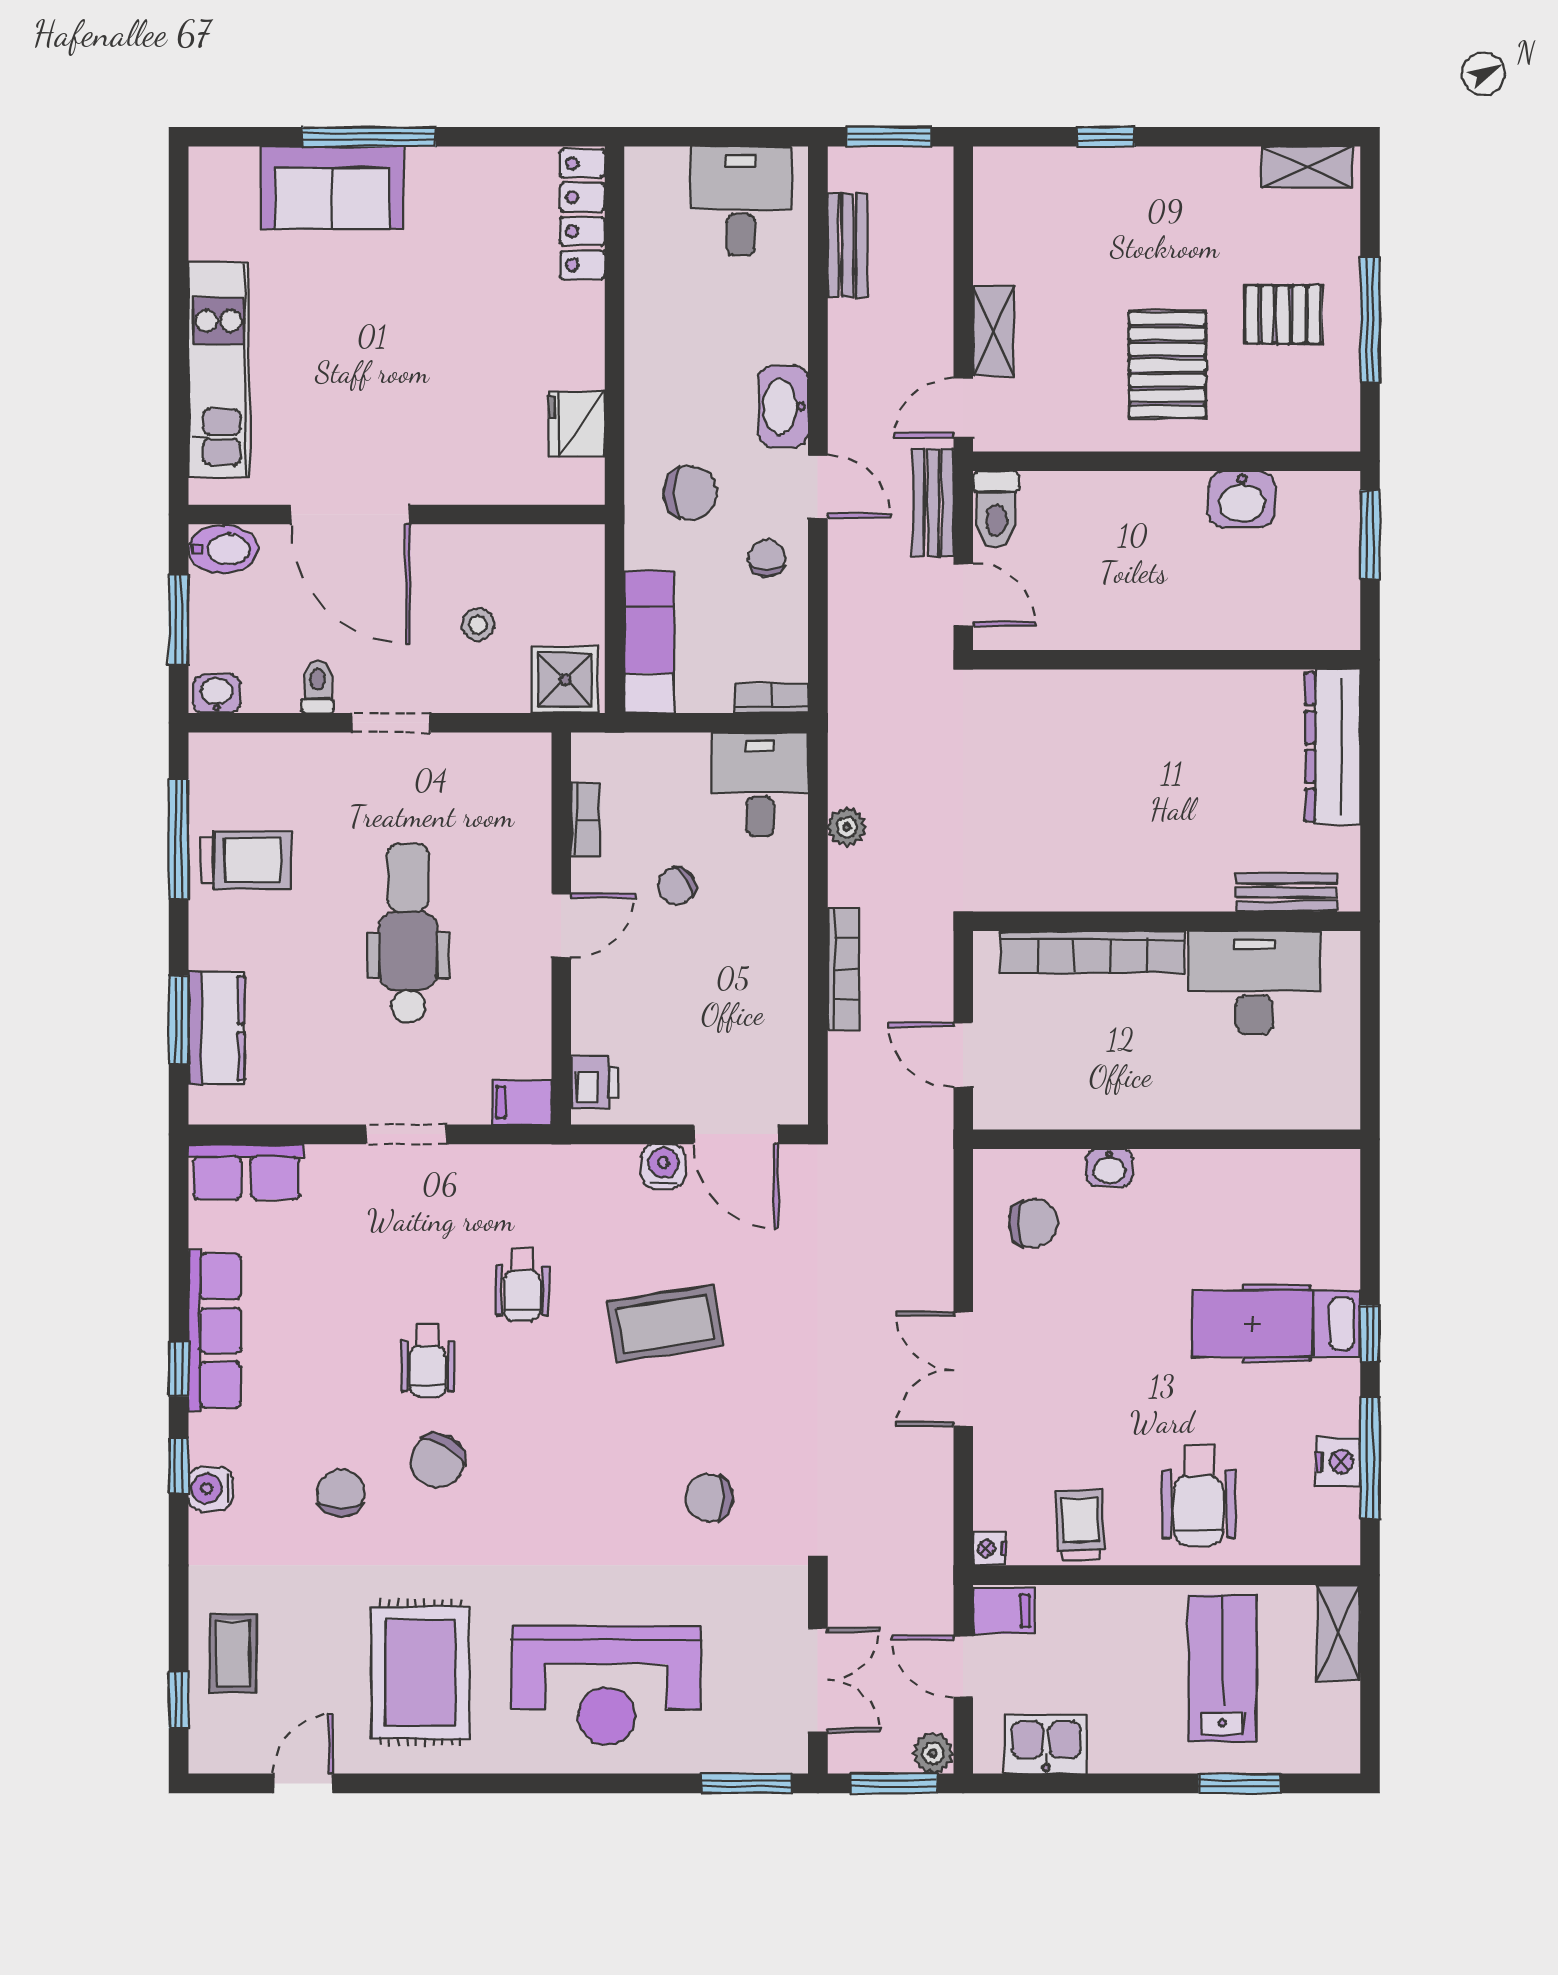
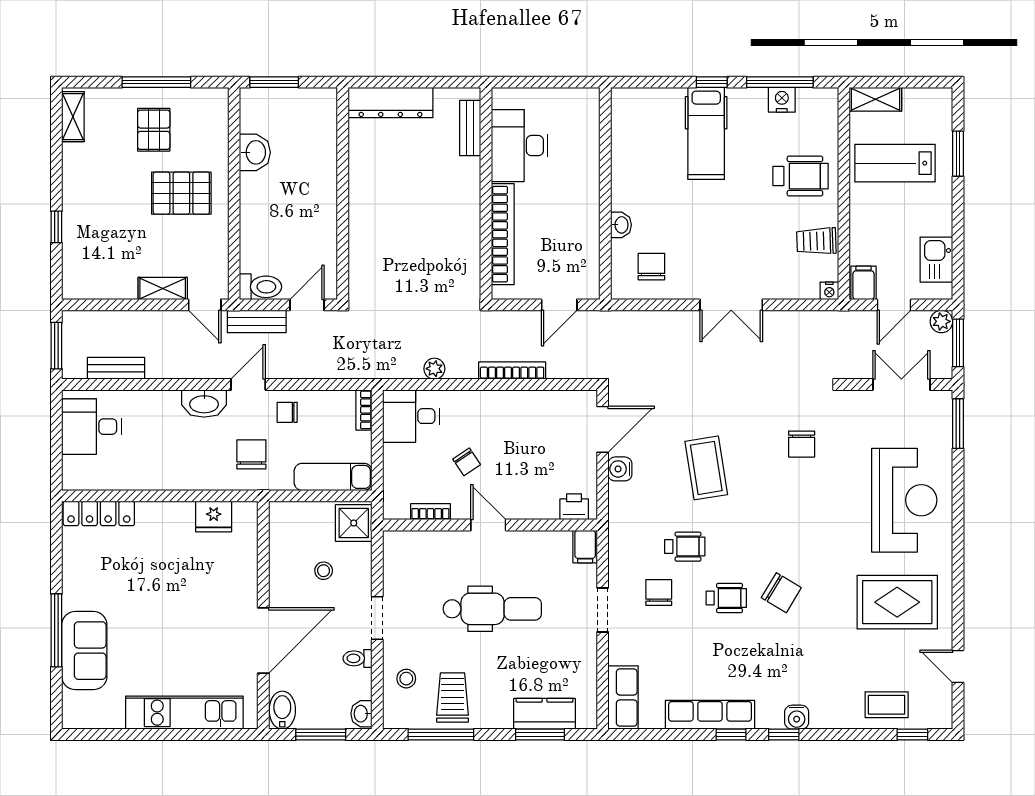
stool: (281, 776) -> (406, 679), added
dental chair: (408, 933) -> (492, 609), turned 180
chair: (341, 1493) -> (659, 592), moved, turned 90

